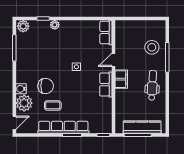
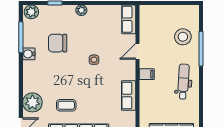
plant: (55, 25) -> (81, 10), moved
filing cabinet: (121, 79) -> (147, 74), width x0.50
row of seats: (106, 85) -> (129, 96), moved
chair: (46, 86) -> (58, 43), moved, turned 180
water cooler: (21, 89) -> (29, 54), moved

